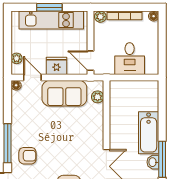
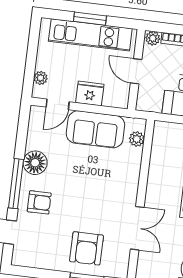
door: (91, 61) -> (136, 71), moved
door: (32, 77) -> (58, 104), swing flipped
floor lamp: (16, 85) -> (35, 163), moved, width x1.89, depth x1.89

